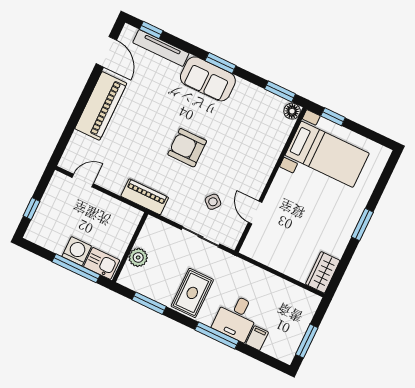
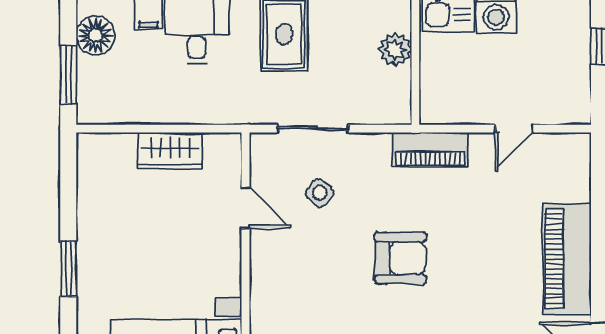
door: (83, 181) -> (514, 129), moved
wardrobe: (323, 272) -> (170, 151), moved, turned 90
floor lamp: (290, 339) -> (96, 36), added
window: (307, 341) -> (68, 75), moved

